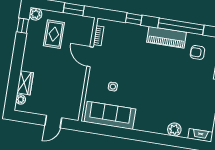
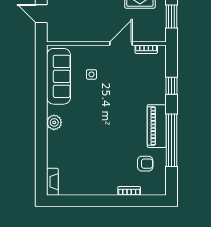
armchair: (197, 52) -> (145, 164), turned 90
plant: (174, 130) -> (54, 122), moved

